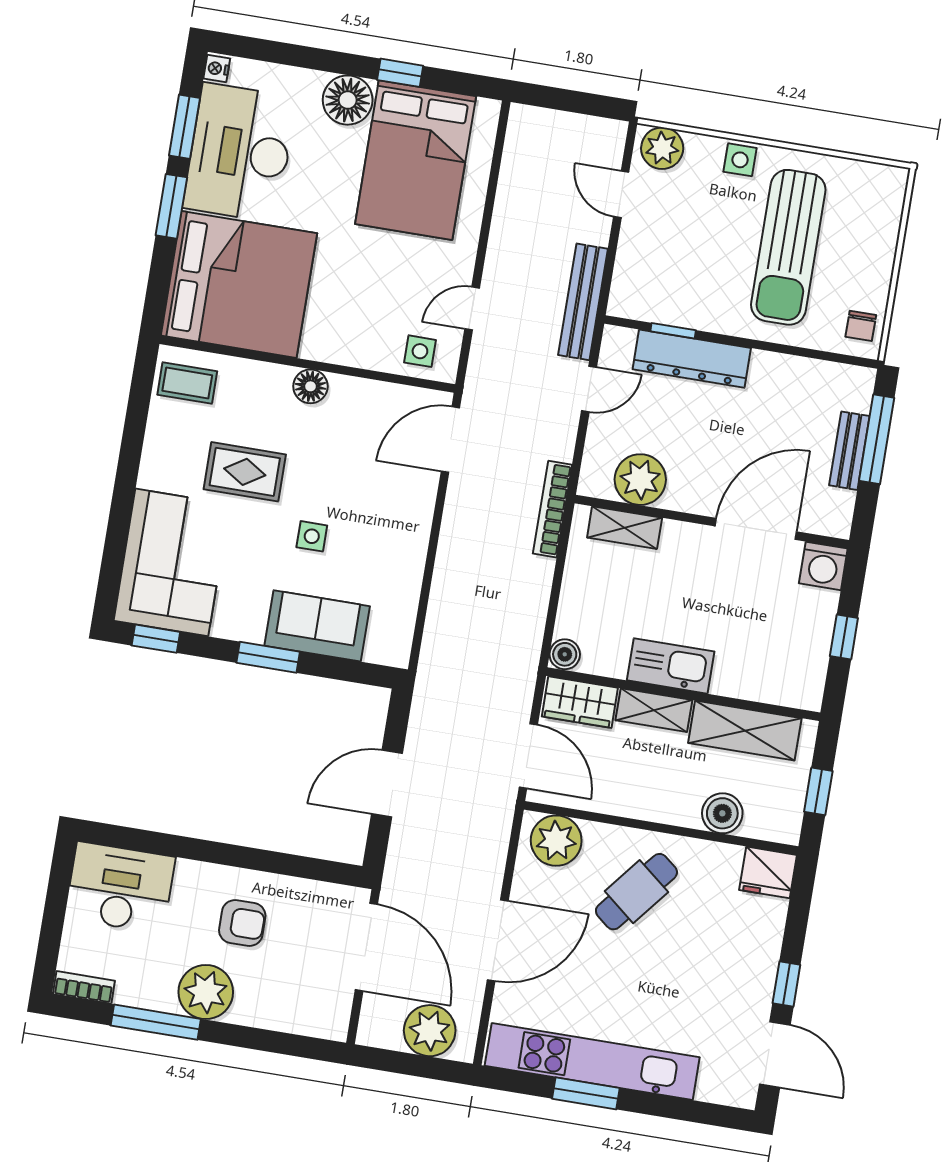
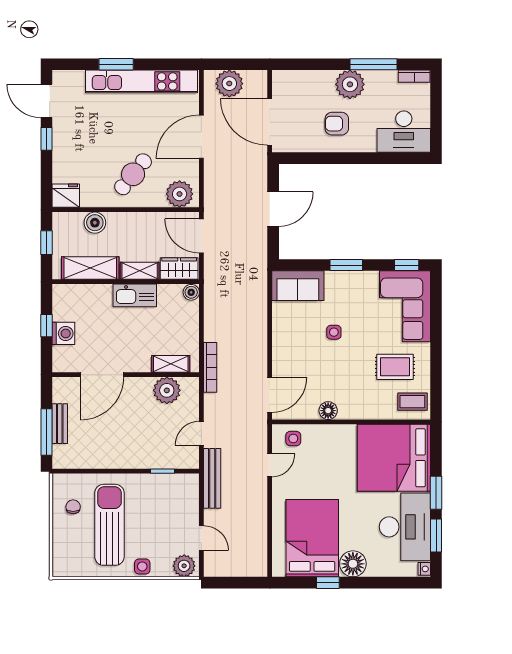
chair: (861, 326) -> (73, 507), moved
dresser: (692, 359) -> (150, 458), removed
floor lamp: (310, 386) -> (328, 411), moved
rug: (245, 472) -> (395, 367), moved
washing machine: (823, 566) -> (63, 333), moved, turned 90
sofa: (317, 626) -> (298, 286), moved
window: (586, 1093) -> (116, 64), moved

